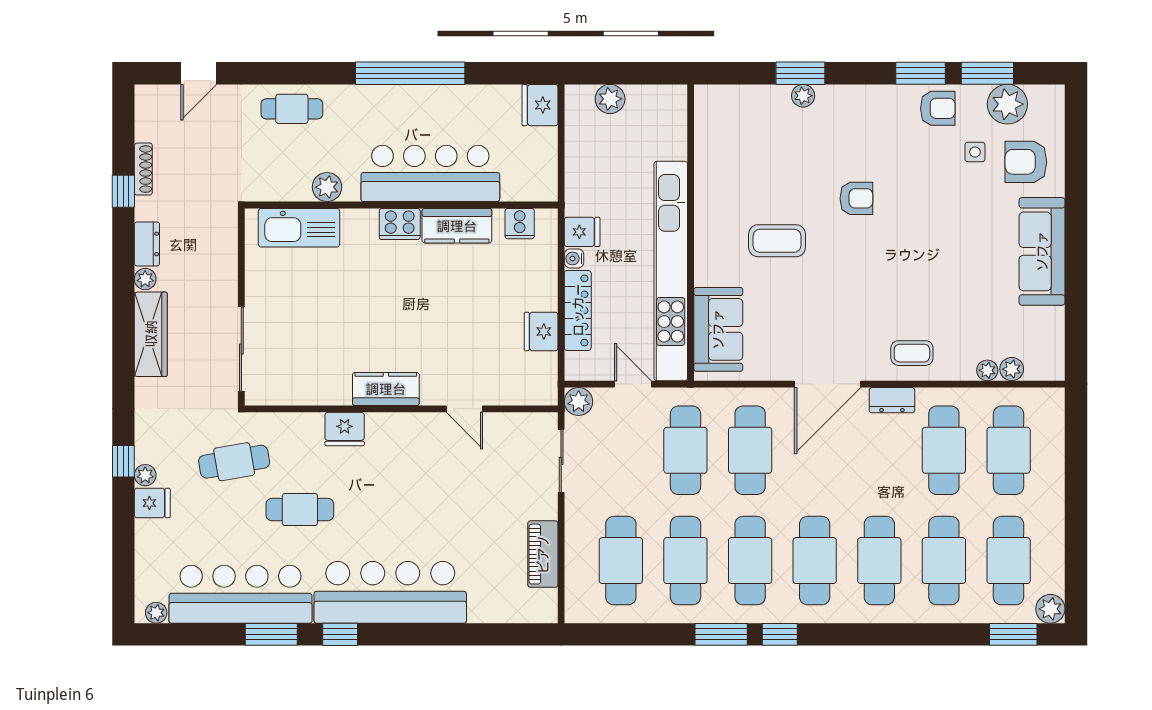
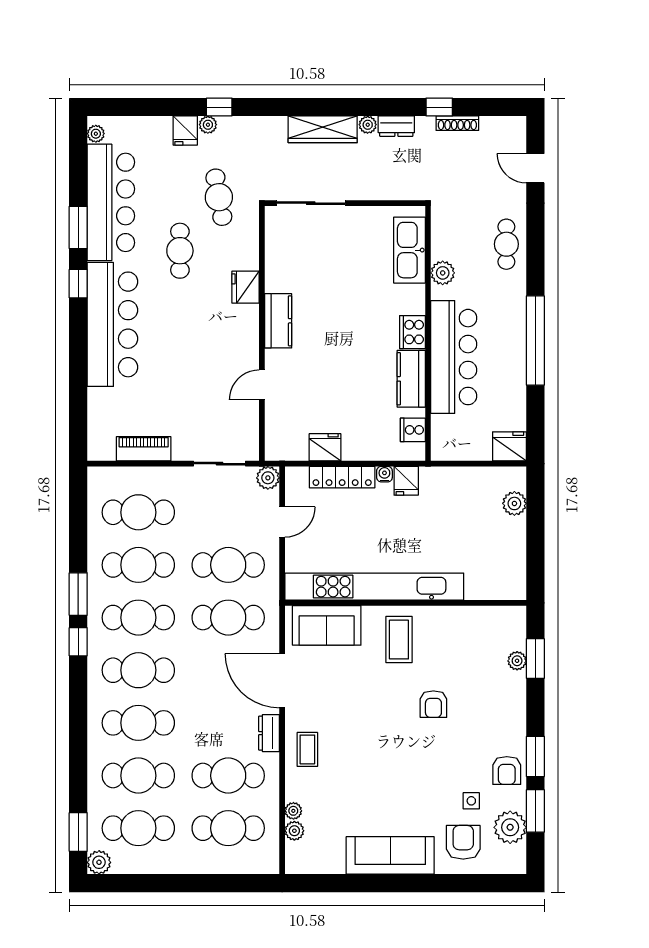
wall: (691, 233) -> (406, 603), moved
kitchen unit: (671, 271) -> (374, 587), moved
sofa: (718, 329) -> (327, 625), moved

